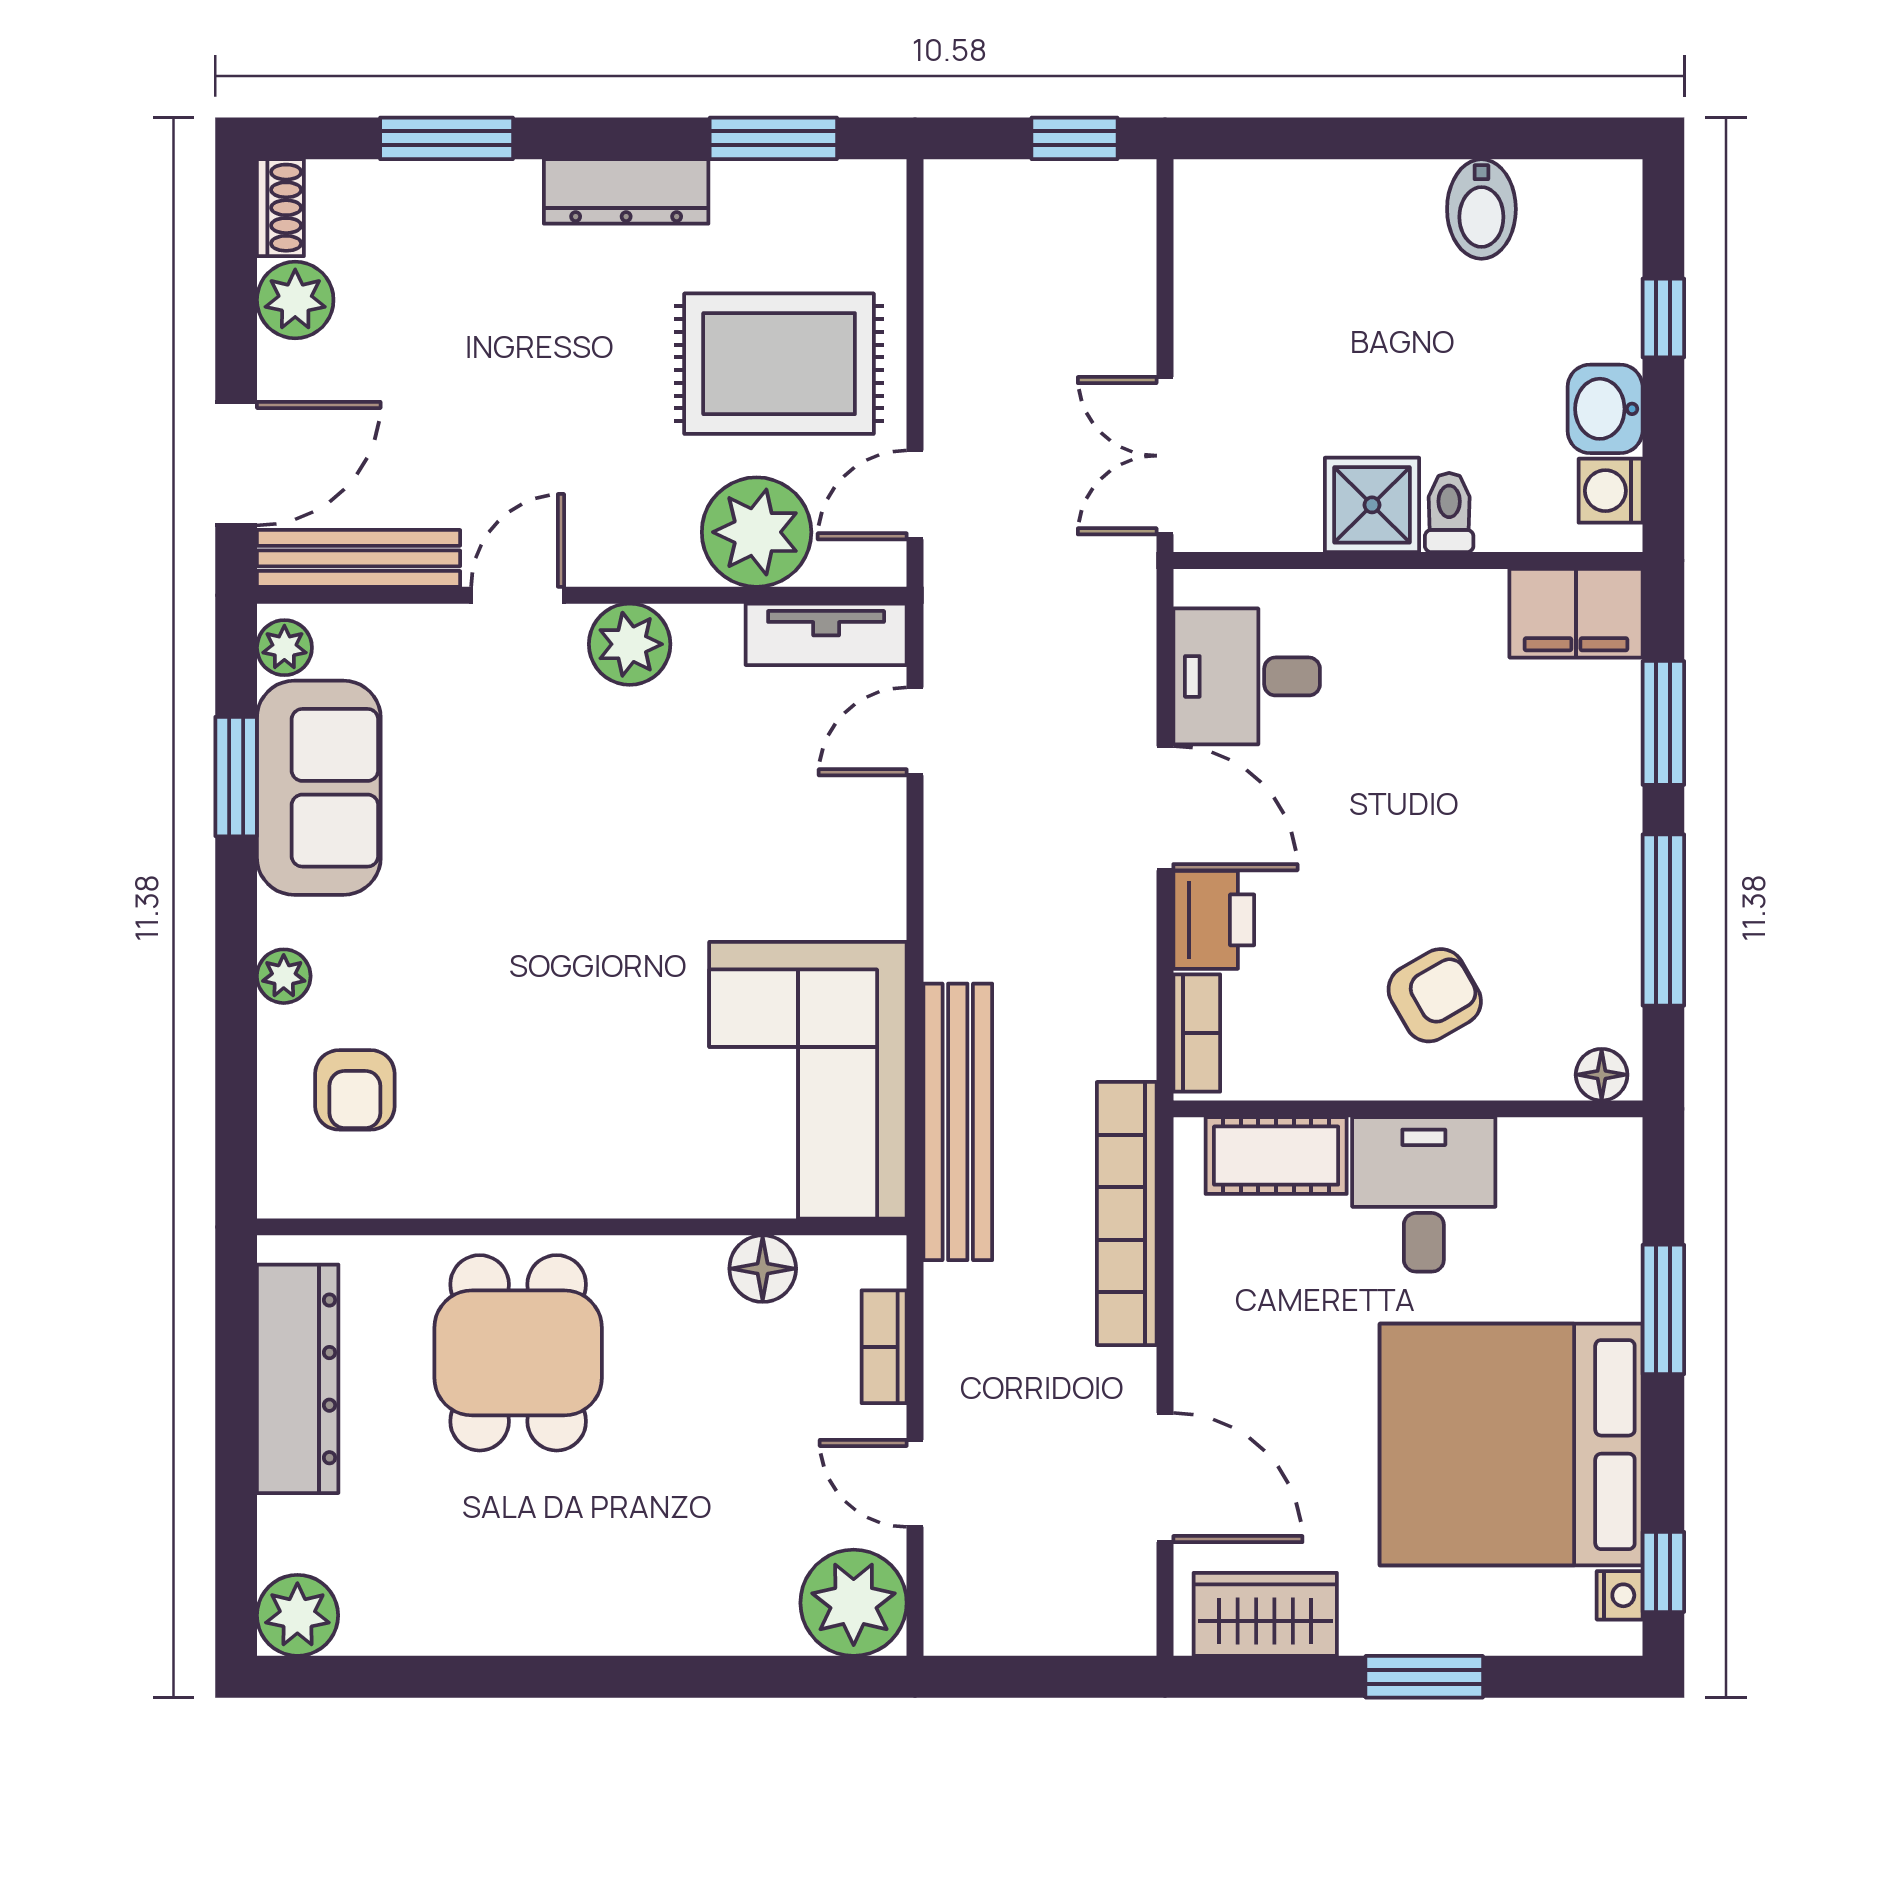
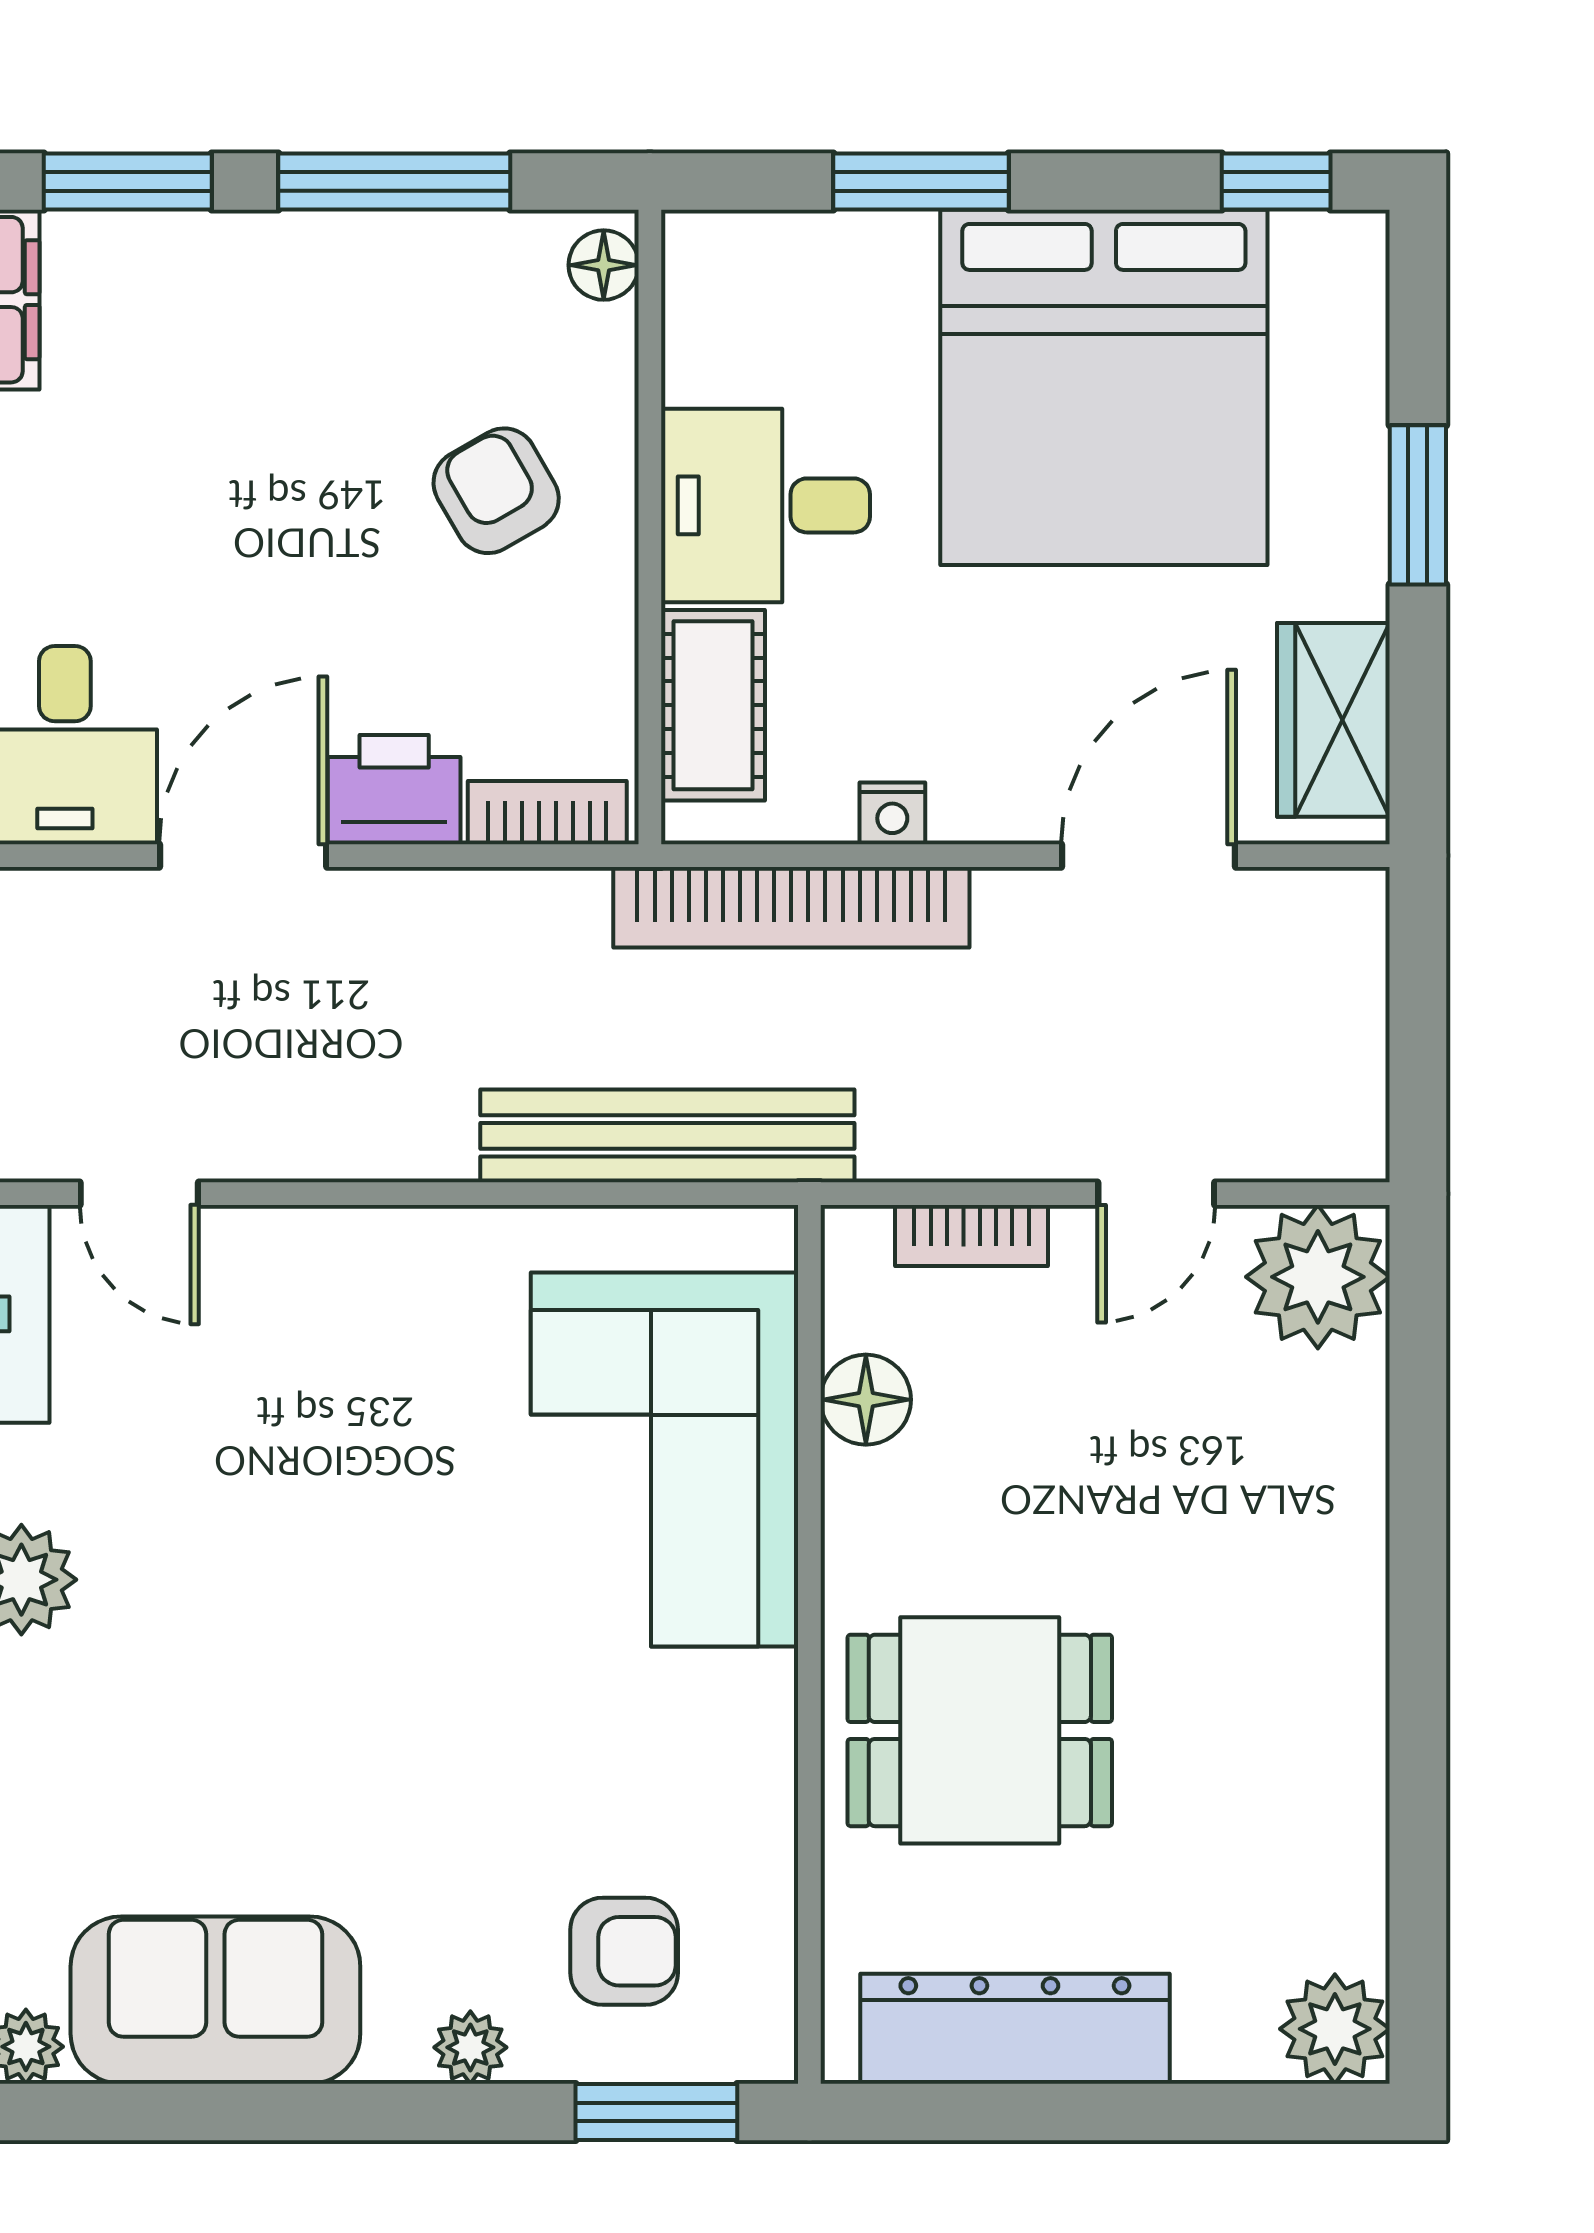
window: (236, 777) -> (656, 2112), moved
corner sofa: (808, 1080) -> (665, 1460), moved, turned 90
nightstand: (1620, 1595) -> (892, 813), moved, turned 180

